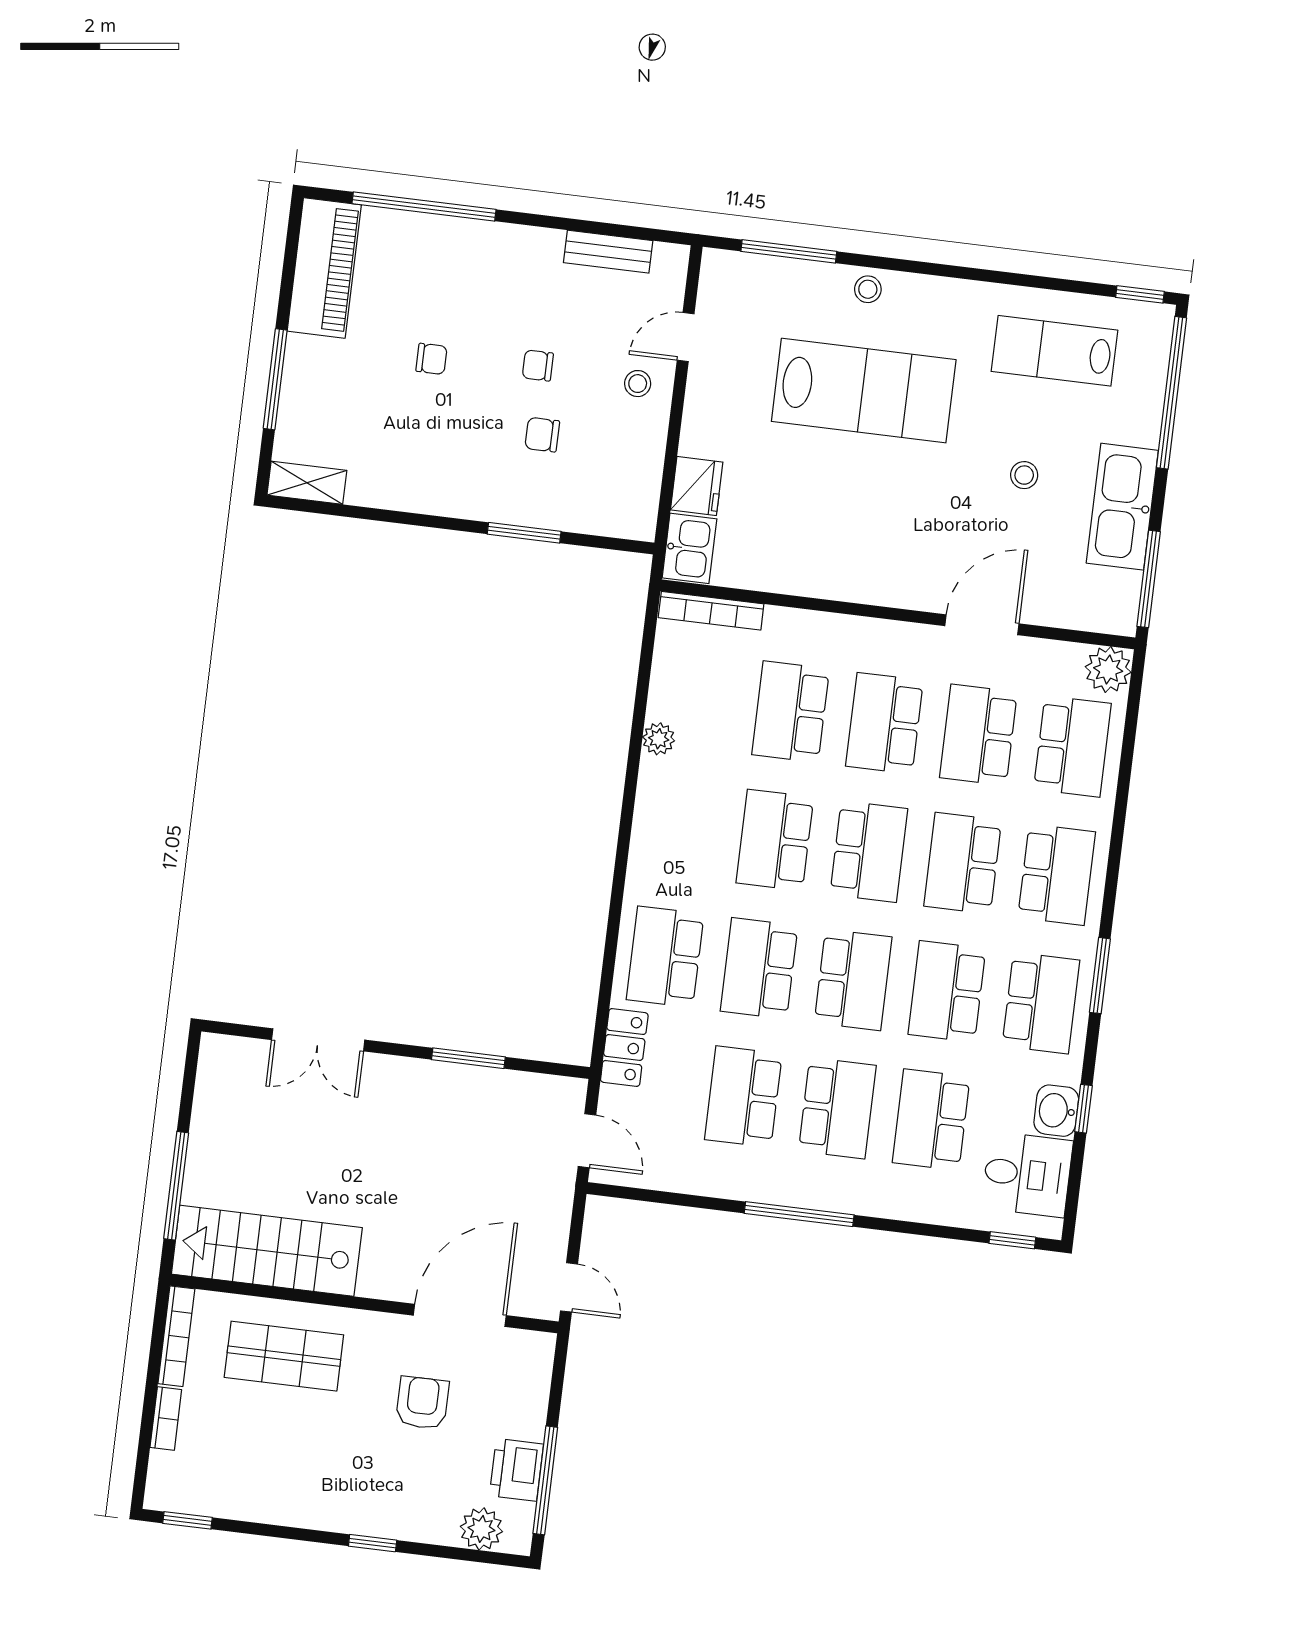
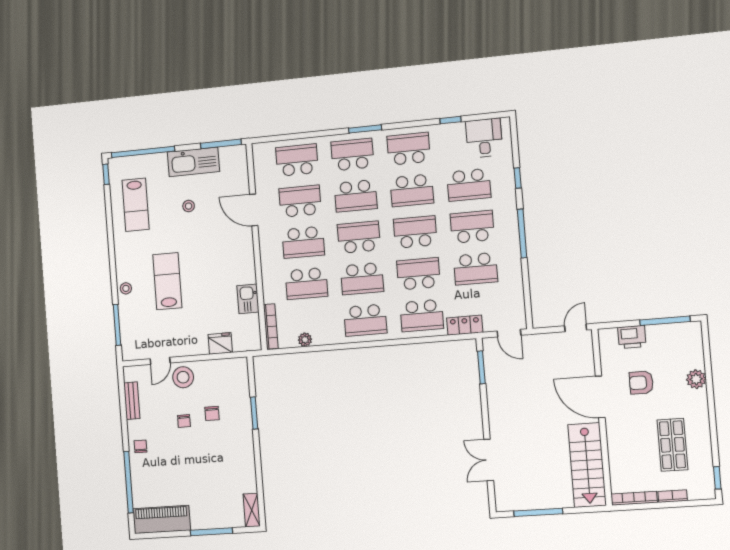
door: (686, 337) -> (160, 361), hinge flipped
chair: (432, 359) -> (140, 446), moved
stool: (638, 384) -> (183, 377), width x1.89, depth x1.89
lab bench: (864, 391) -> (167, 281), width x0.73, depth x0.72
kitchen sink: (689, 548) -> (248, 299), moved, turned -90
plant: (1108, 669) -> (262, 152), removed
school desk: (978, 735) -> (300, 201), turned 180
plant: (659, 739) -> (305, 340), moved
school desk: (681, 829) -> (365, 320), added
school desk: (759, 968) -> (418, 274), turned 180
window: (1100, 976) -> (365, 129), moved
double door: (318, 1040) -> (489, 460), swing flipped
window: (468, 1058) -> (481, 367), moved
washbasin: (1056, 1111) -> (454, 132), removed
door: (587, 1141) -> (509, 333), swing flipped
window: (176, 1186) -> (538, 512), moved
window: (1012, 1240) -> (518, 178), moved
door: (460, 1315) -> (600, 397), moved
shop shelf: (284, 1356) -> (672, 445), moved
printer: (516, 1470) -> (632, 337), moved
plant: (481, 1529) -> (696, 379), moved
window: (373, 1543) -> (710, 392), removed

